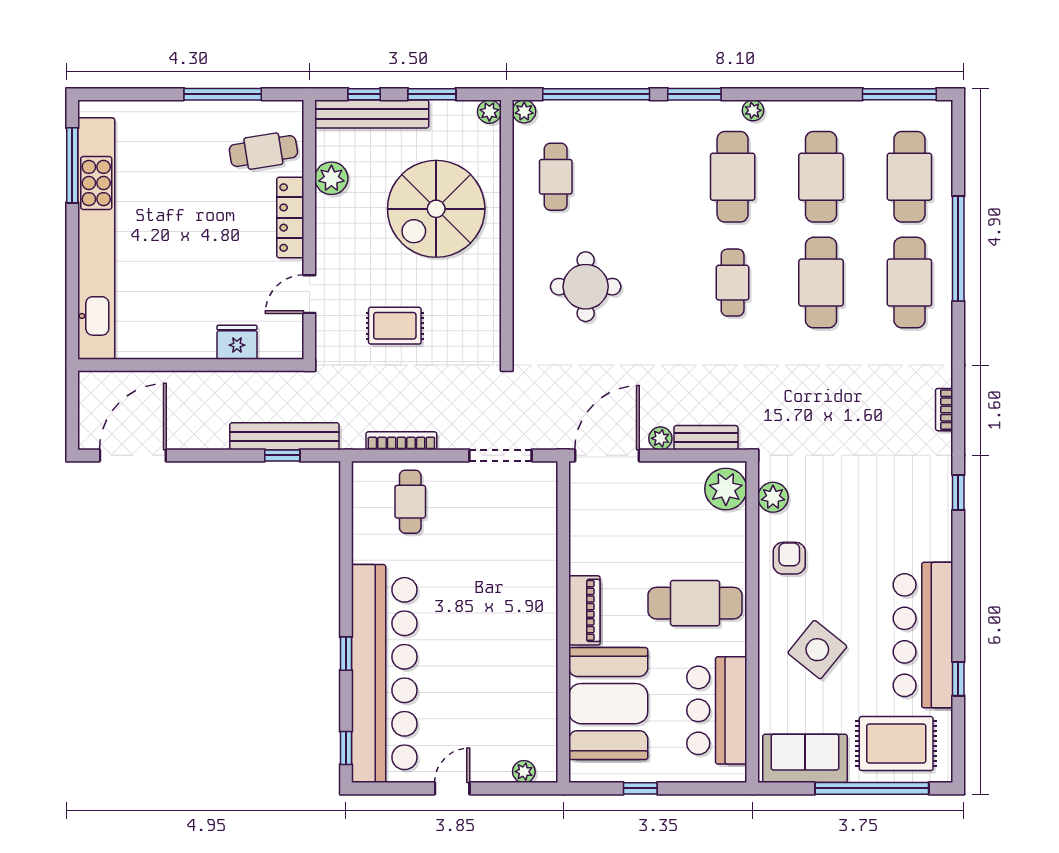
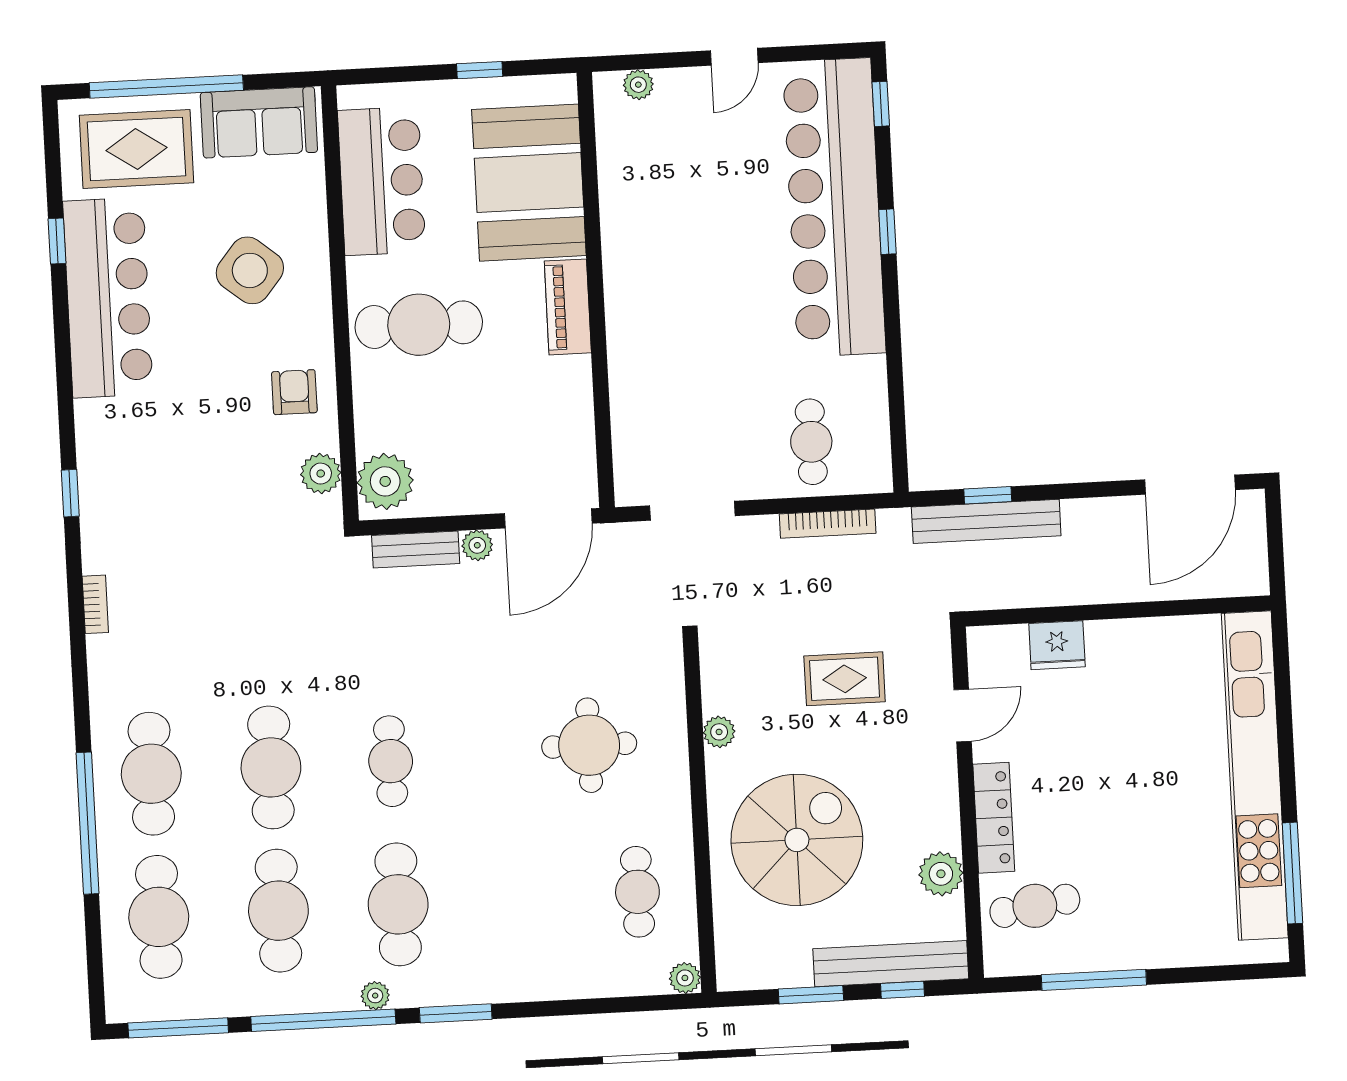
window: (596, 94) -> (323, 1020), moved
plant: (489, 112) -> (719, 732), moved
armchair: (789, 558) -> (294, 392), turned 180

